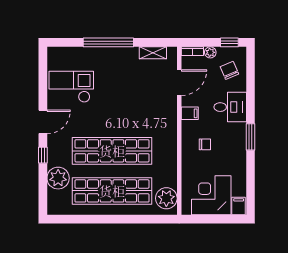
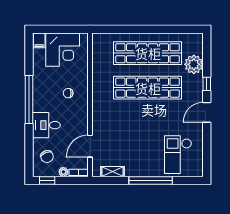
checkout: (71, 87) -> (178, 155), moved, turned 90
filing cabinet: (190, 113) -> (81, 120), removed
window: (251, 137) -> (29, 100), width x2.11
plant: (166, 198) -> (101, 47), removed

